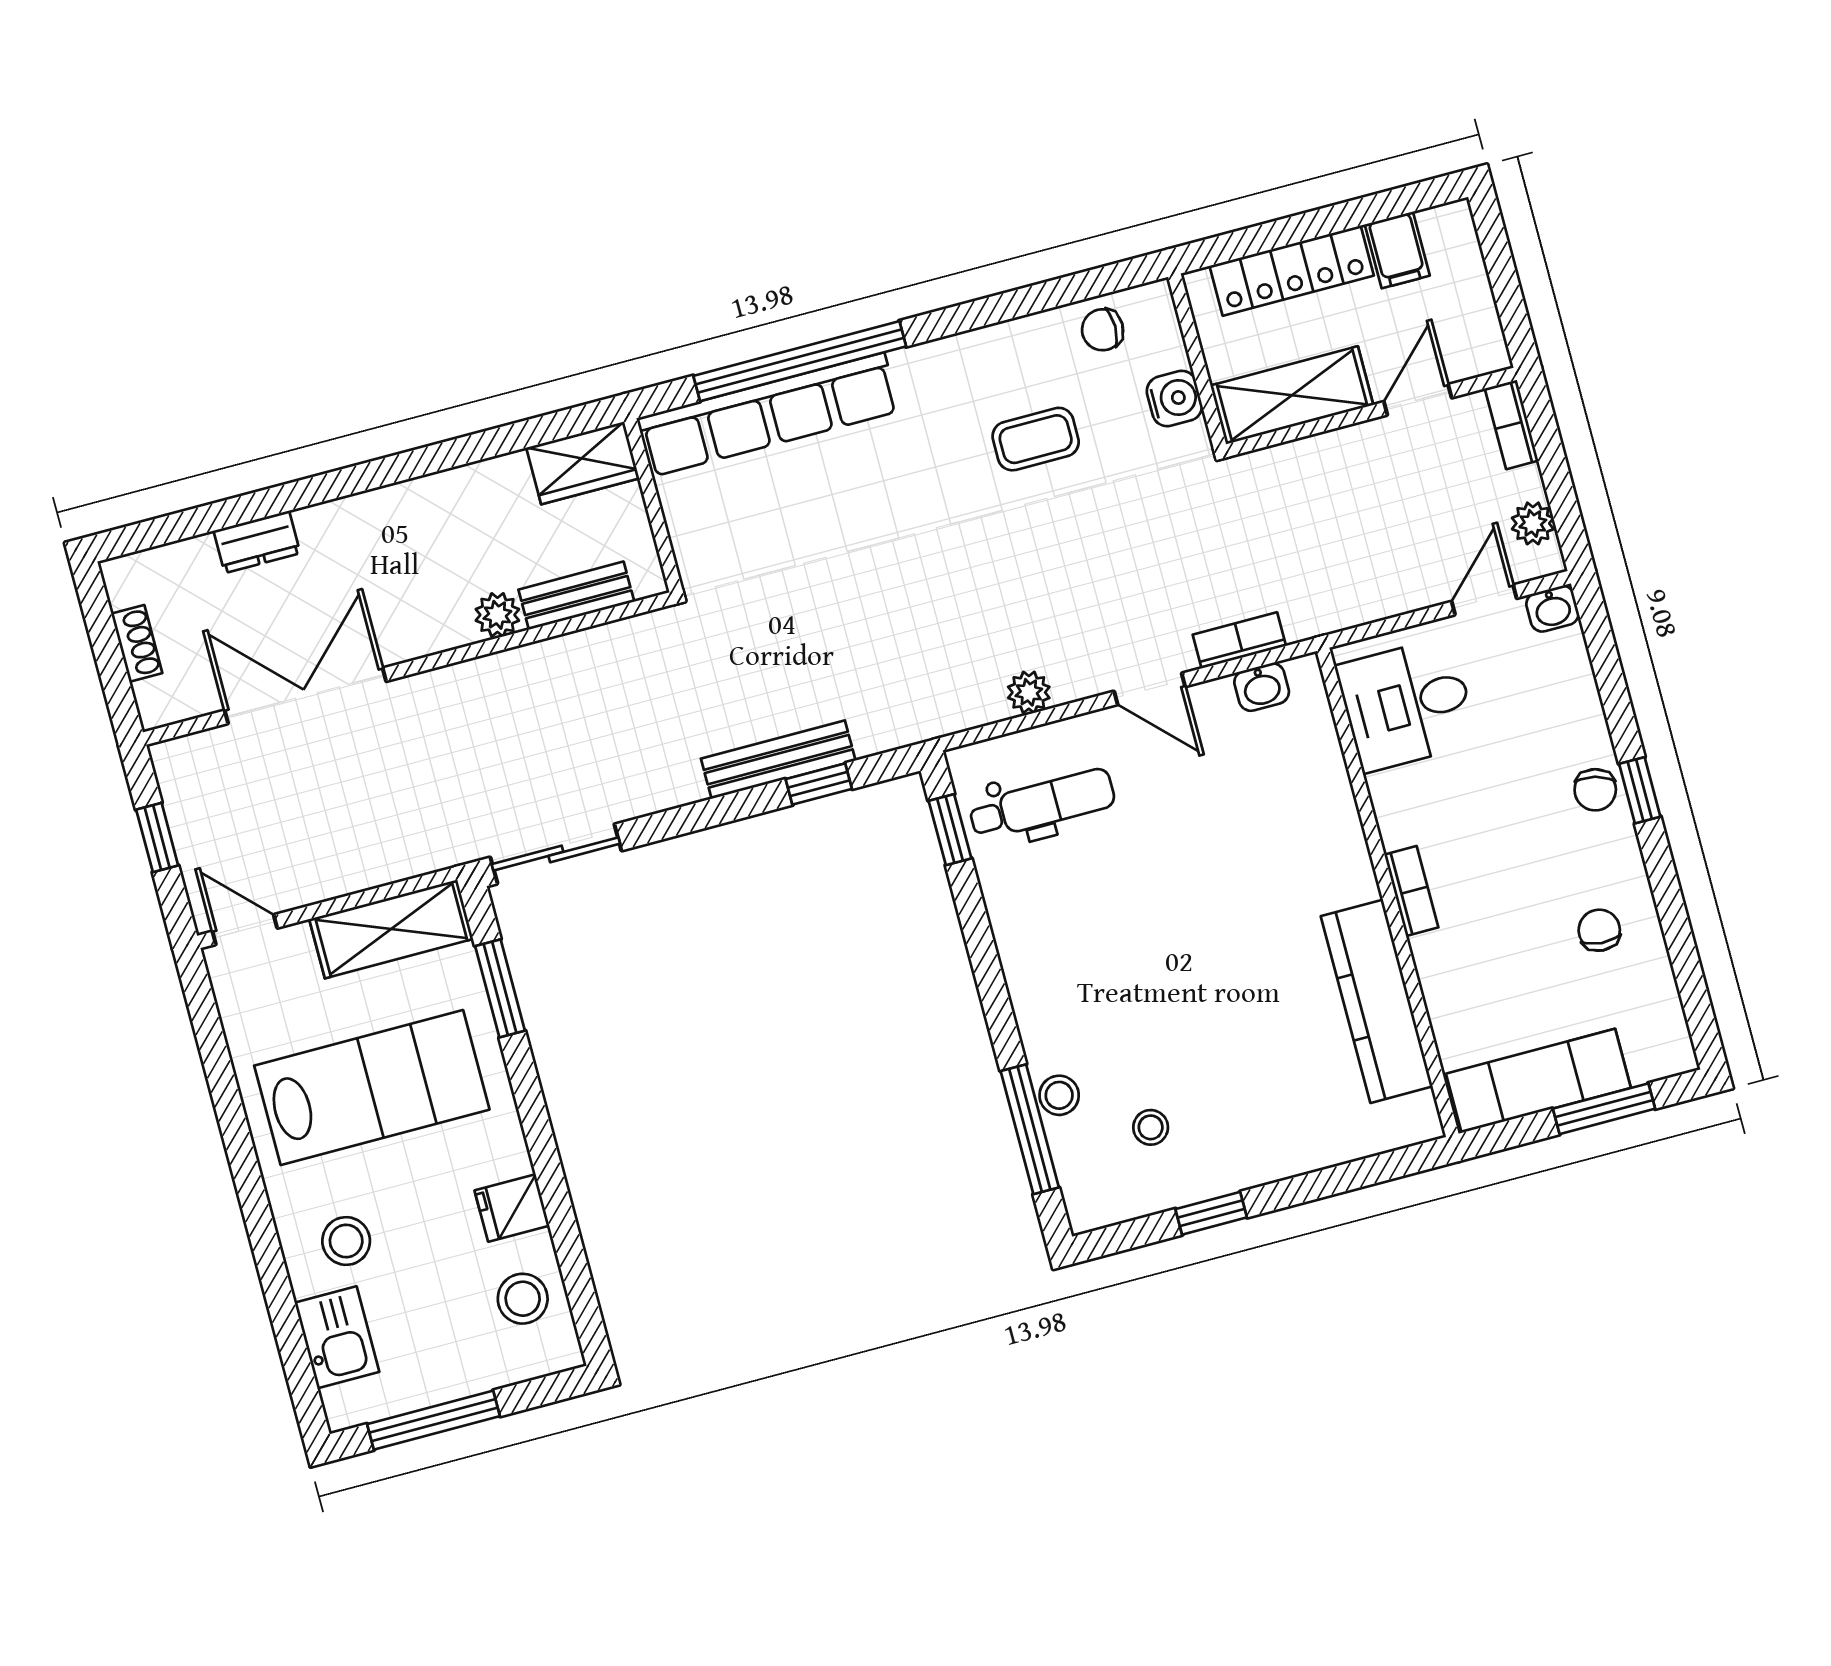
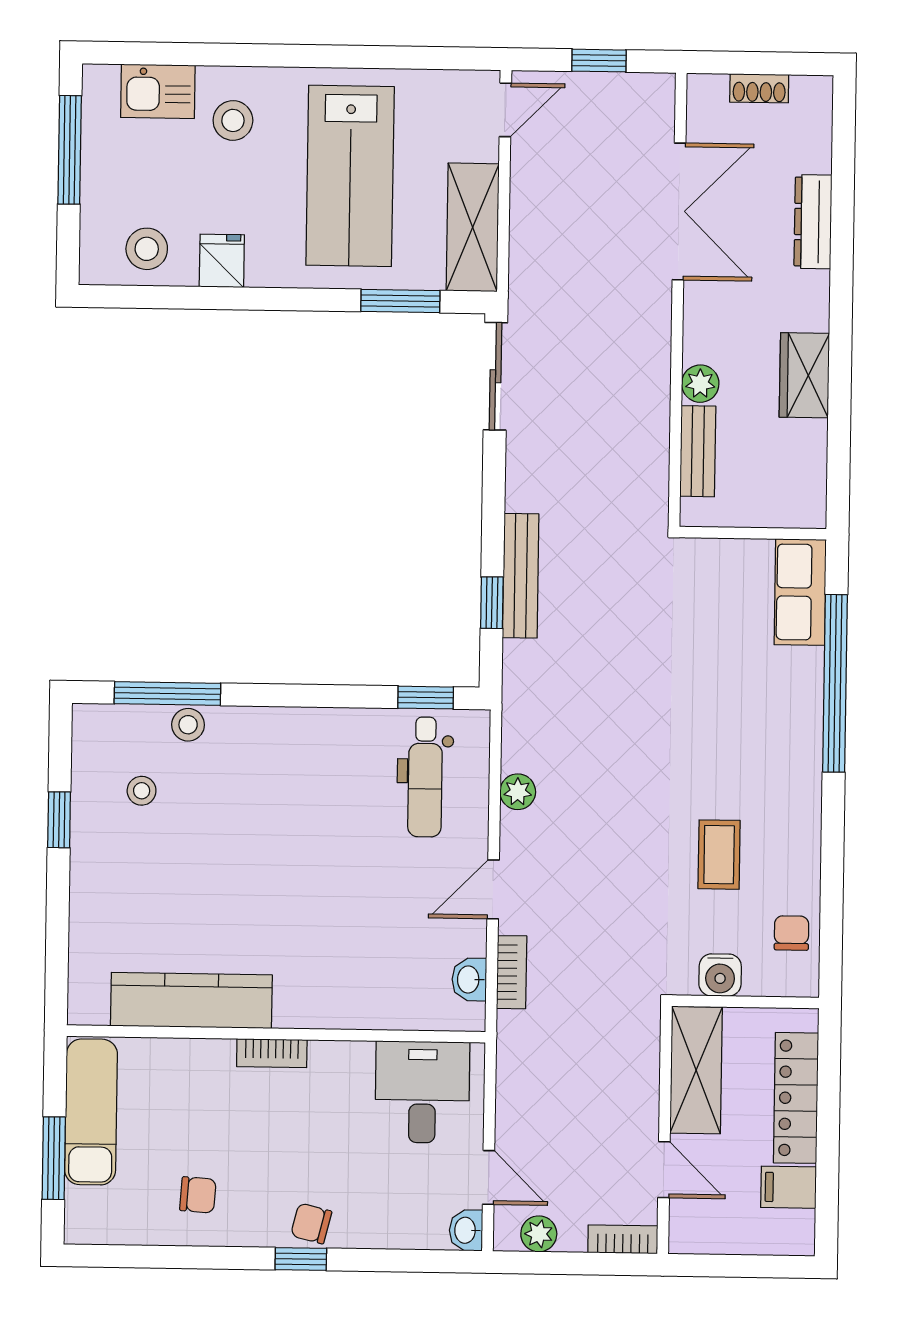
row of seats: (768, 415) -> (800, 592), width x0.50
wardrobe: (583, 463) -> (804, 375), moved
dresser: (257, 542) -> (813, 222), width x1.44

